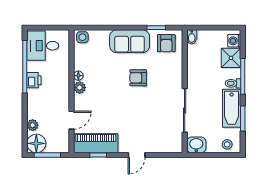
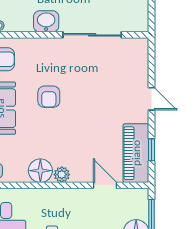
floor lamp: (78, 76) -> (40, 171), width x1.89, depth x1.89
washbasin: (196, 145) -> (46, 21), moved, turned 90

